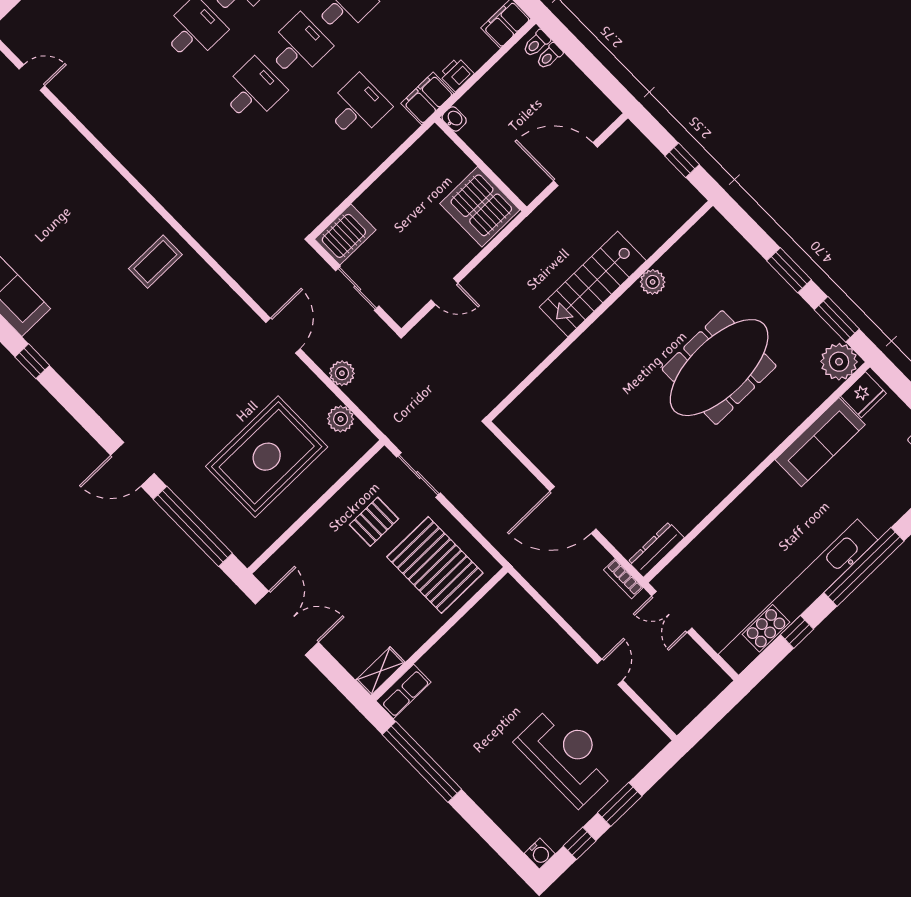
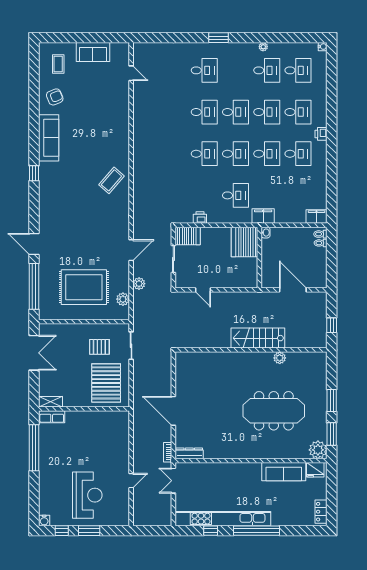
printer: (456, 74) -> (200, 218), moved
server rack: (480, 207) -> (245, 242), moved
coffee table: (155, 262) -> (111, 180), turned -49

